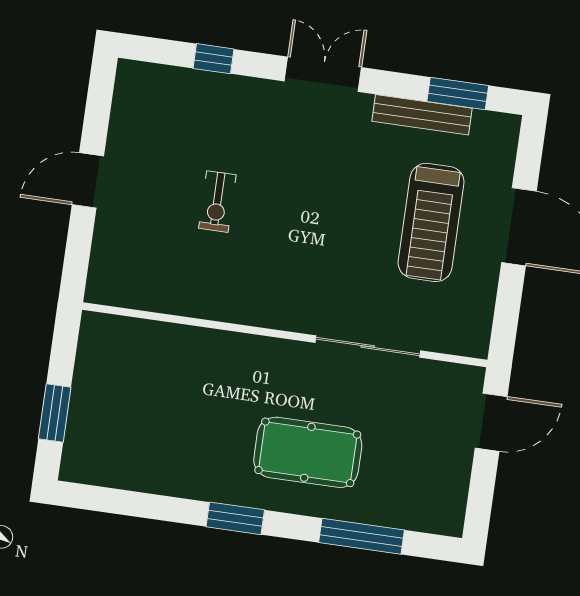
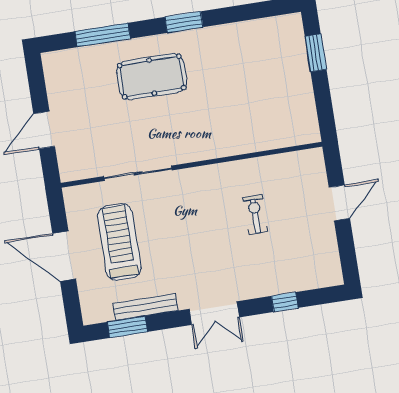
wall: (285, 335) -> (192, 165), moved
sliding door: (368, 347) -> (138, 173), moved

